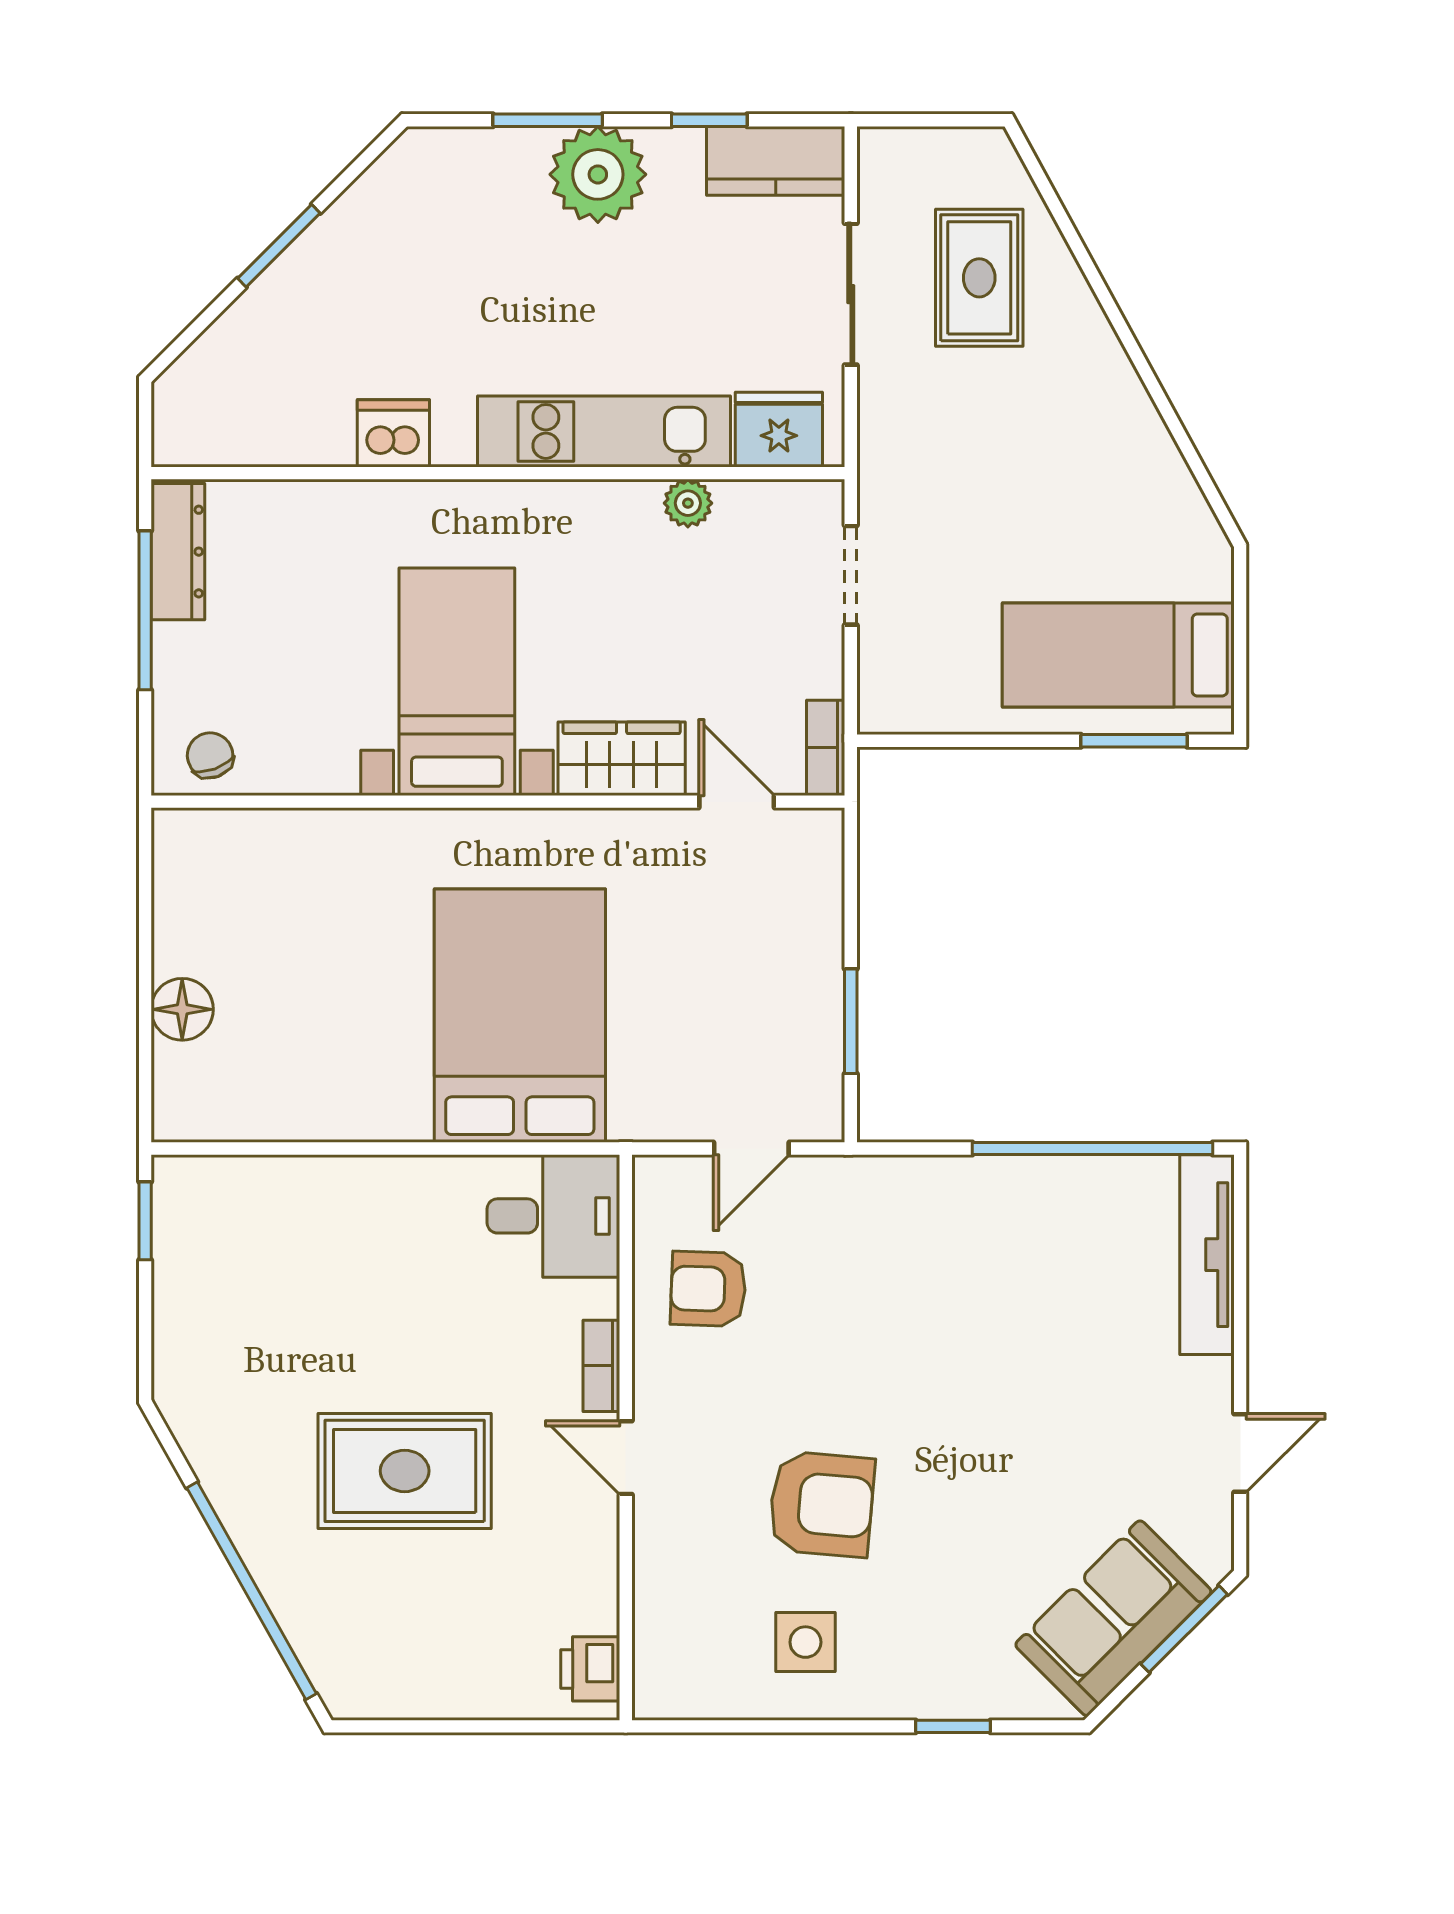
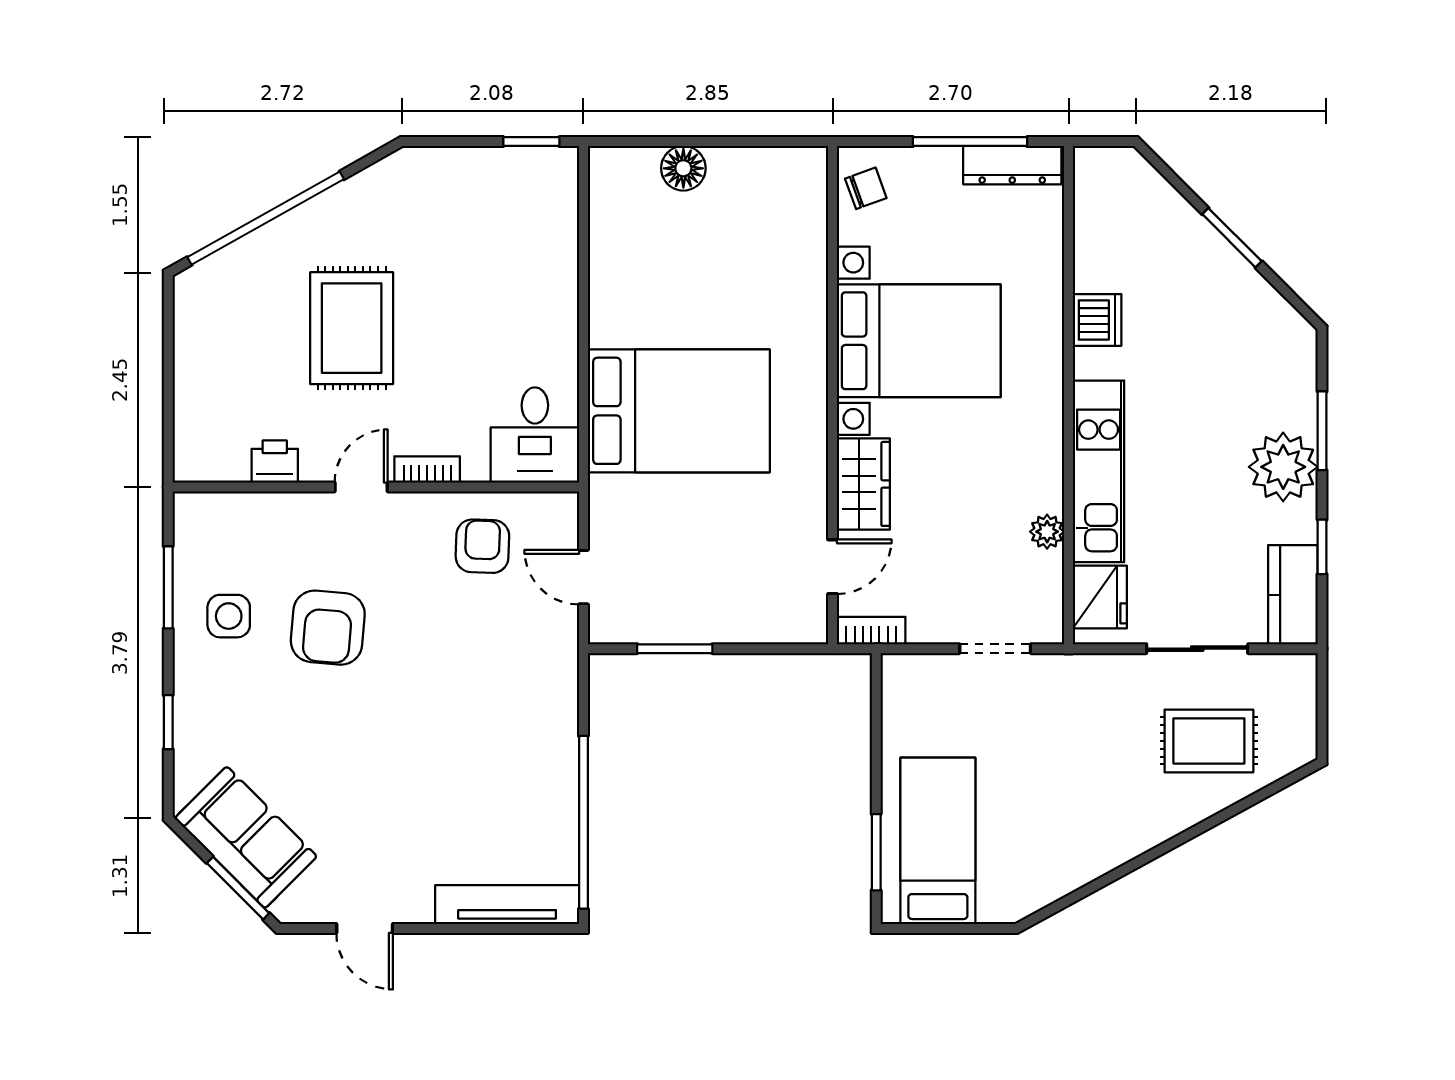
bed with nightstands: (457, 682) -> (919, 341), width x1.36
printer: (590, 1669) -> (275, 461), moved
window: (765, 1726) -> (168, 587), added

